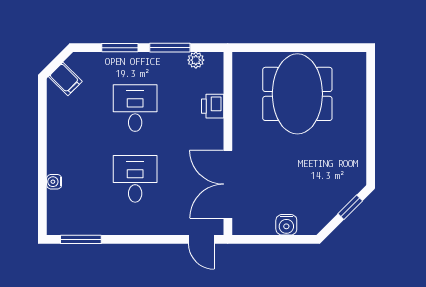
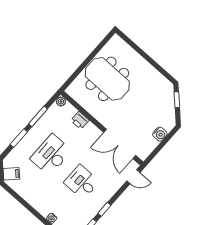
plant: (196, 60) -> (61, 101), moved
desk: (135, 108) -> (51, 155), width x1.37
window: (126, 239) -> (104, 209), added

